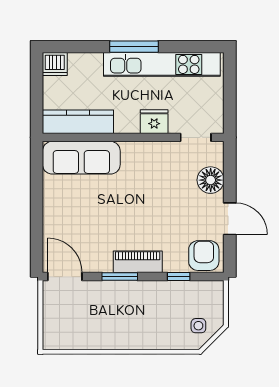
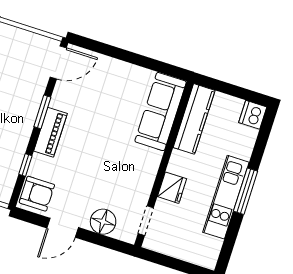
kitchen unit: (162, 64) -> (226, 197), width x0.73

